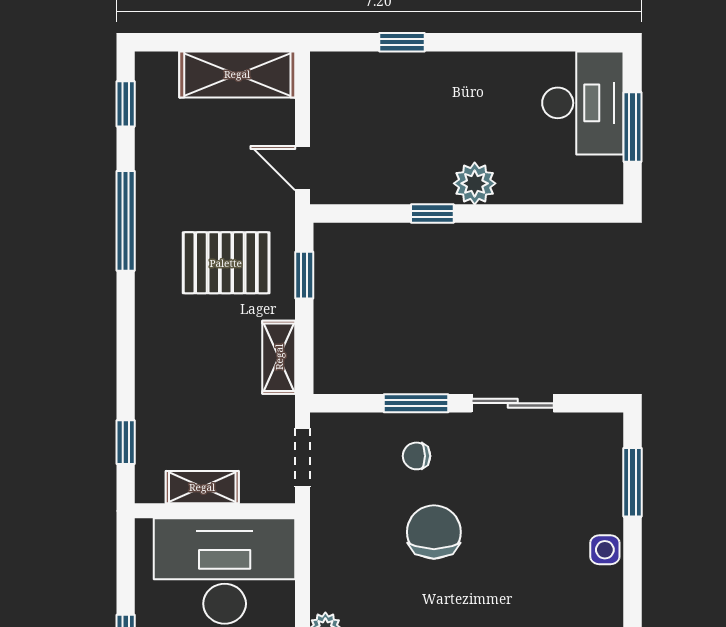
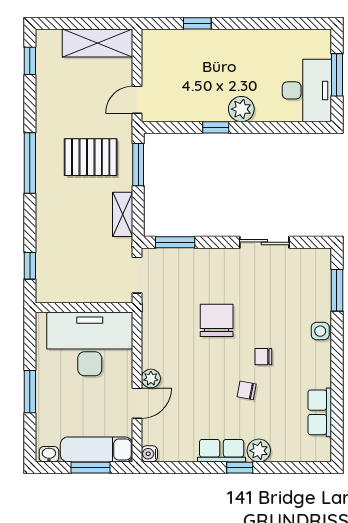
desk: (583, 103) -> (307, 90), moved
door: (302, 168) -> (137, 100), hinge flipped
window: (126, 221) -> (30, 163), moved
window: (304, 275) -> (138, 165), width x1.50
window: (416, 403) -> (175, 242), moved
chair: (417, 456) -> (263, 357), moved
shelving: (202, 487) -> (76, 293), removed

